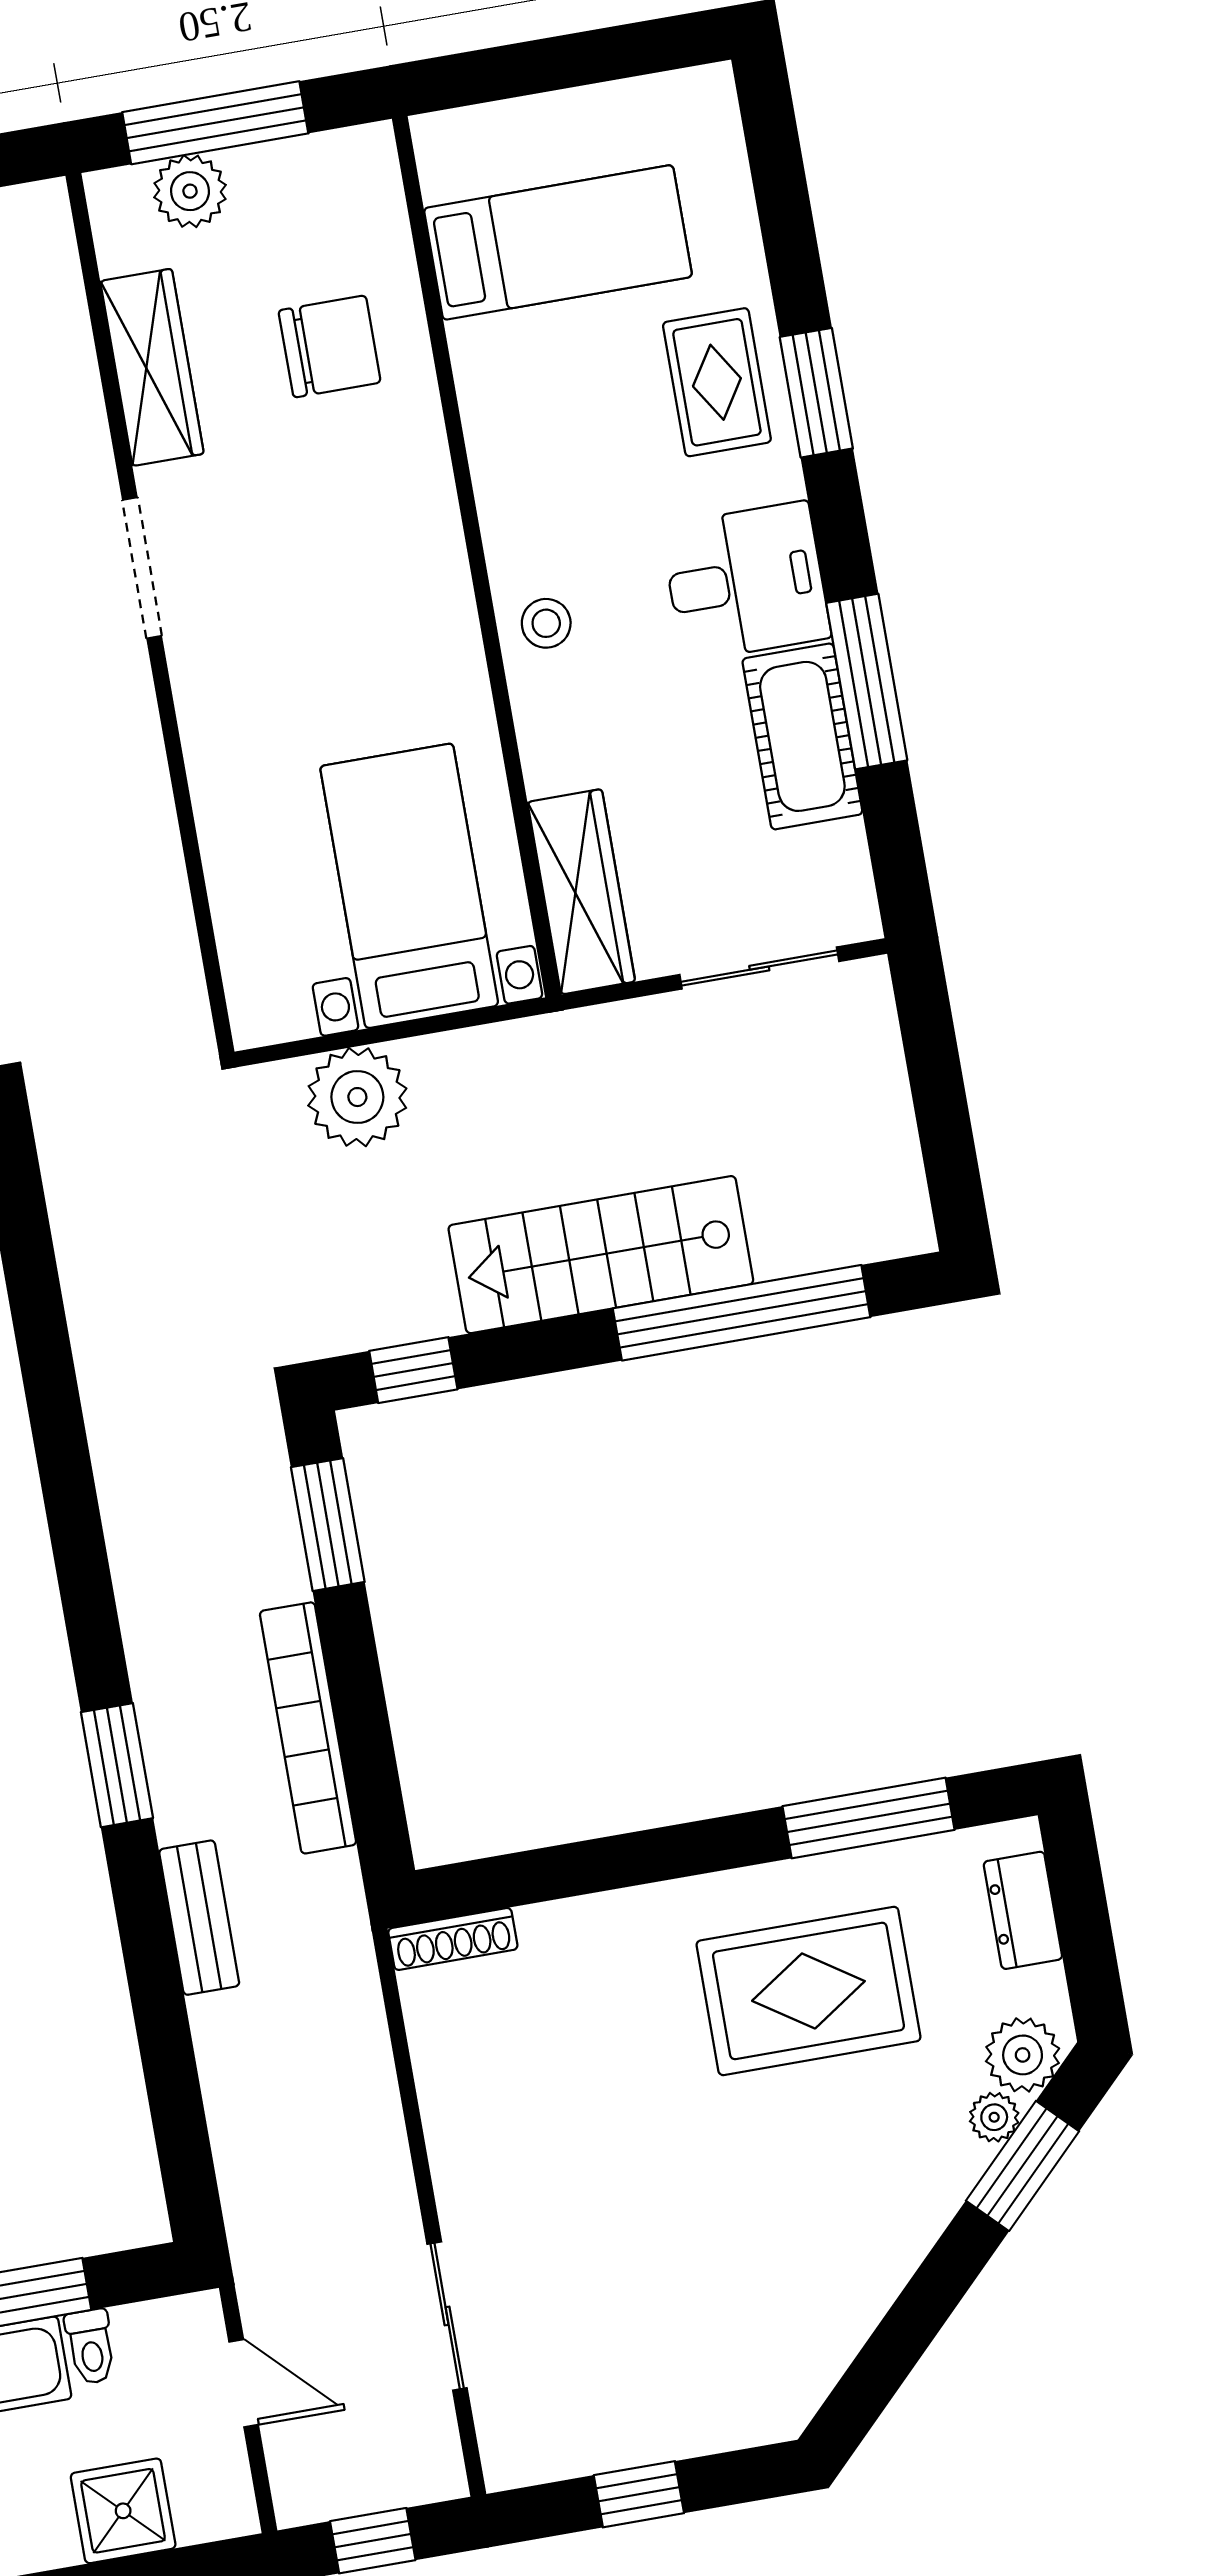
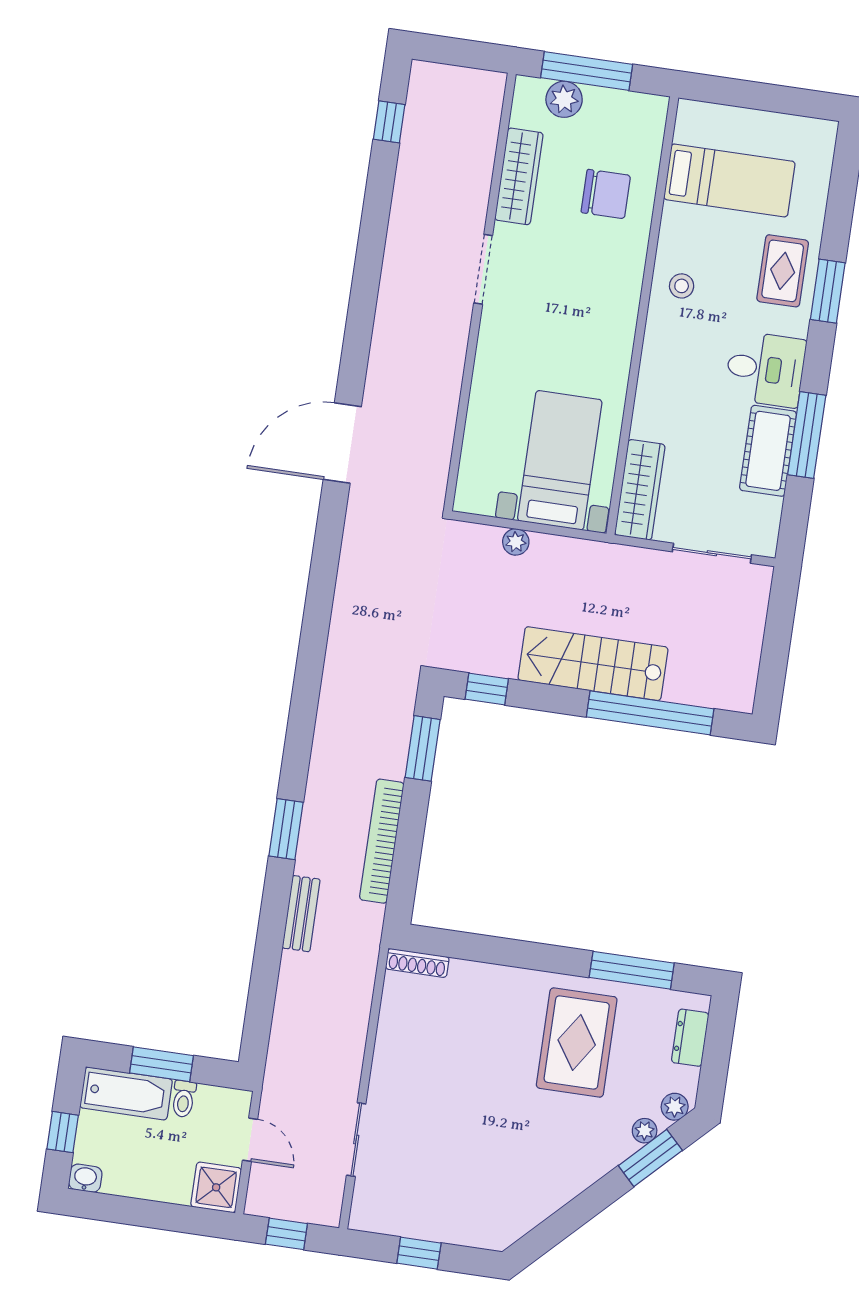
stool: (546, 623) -> (682, 286), moved
plant: (357, 1097) -> (516, 542), width x0.53, depth x0.53
rug: (808, 1991) -> (577, 1042), turned 90
plant: (1023, 2055) -> (675, 1107), width x0.73, depth x0.73
shower: (123, 2511) -> (216, 1187), moved

